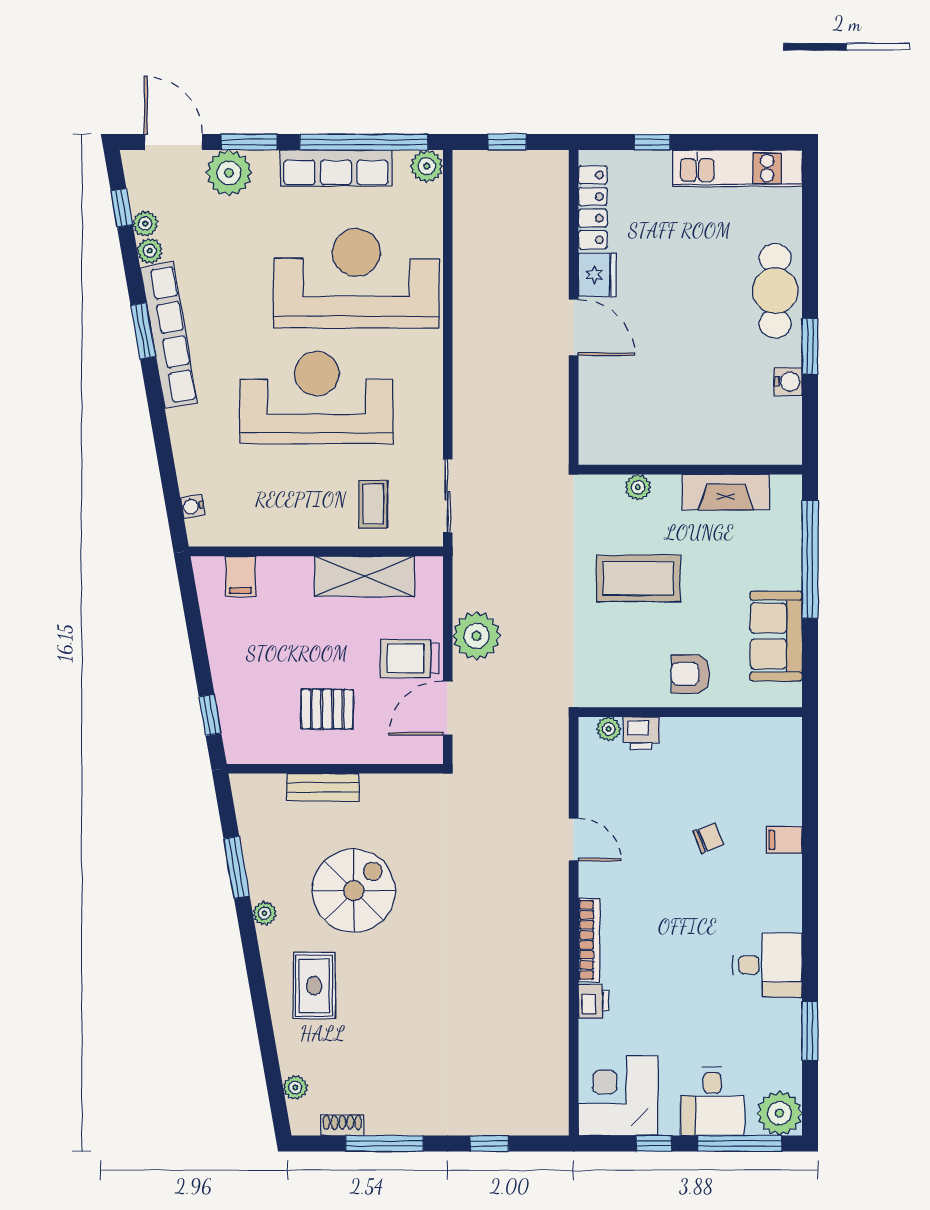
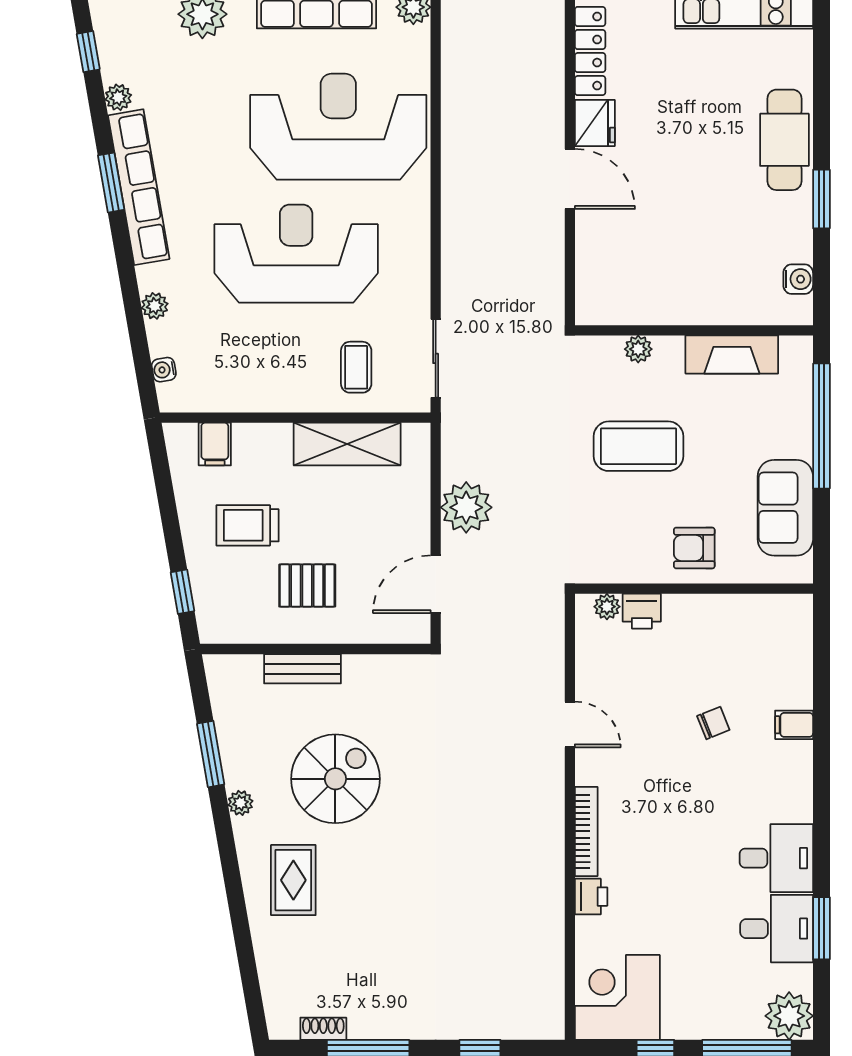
plant: (145, 224) -> (155, 306), moved
water cooler: (788, 382) -> (798, 279), moved
trolley: (410, 659) -> (248, 525), moved
plant: (295, 1087) -> (273, 989), removed
desk: (712, 1101) -> (777, 929), moved, turned -90

